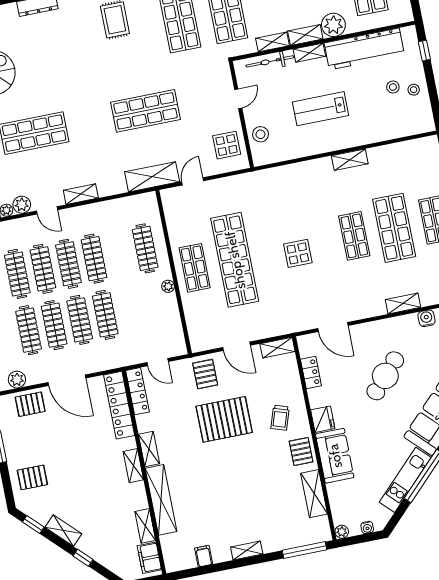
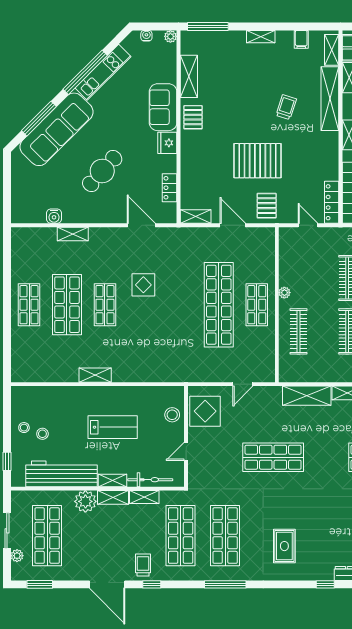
display table: (227, 145) -> (205, 411), width x1.36, depth x1.36
shelving: (152, 177) -> (307, 396), moved
display table: (298, 253) -> (143, 285), moved
trolley: (280, 418) -> (286, 107), moved
shelving: (149, 449) -> (332, 50), moved

